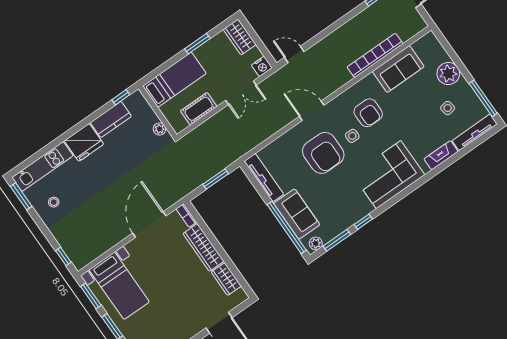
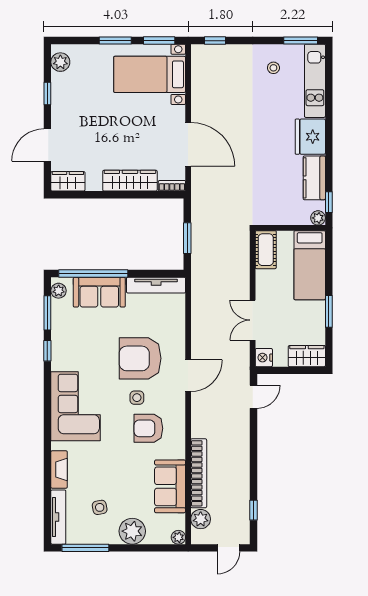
plant: (406, 32) -> (201, 519), added
plant: (430, 38) -> (178, 537), added
cot: (199, 109) -> (266, 250), moved
plant: (159, 129) -> (318, 218), moved
wardrobe: (226, 279) -> (68, 181), moved

